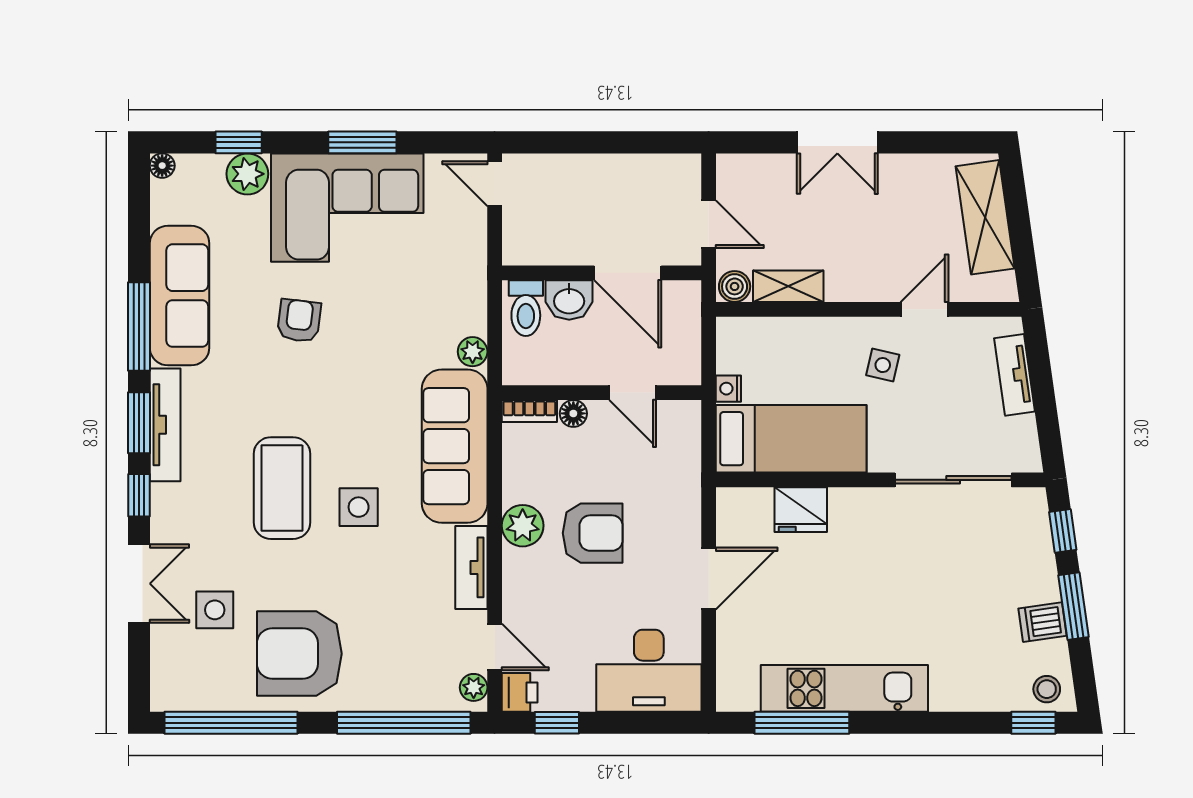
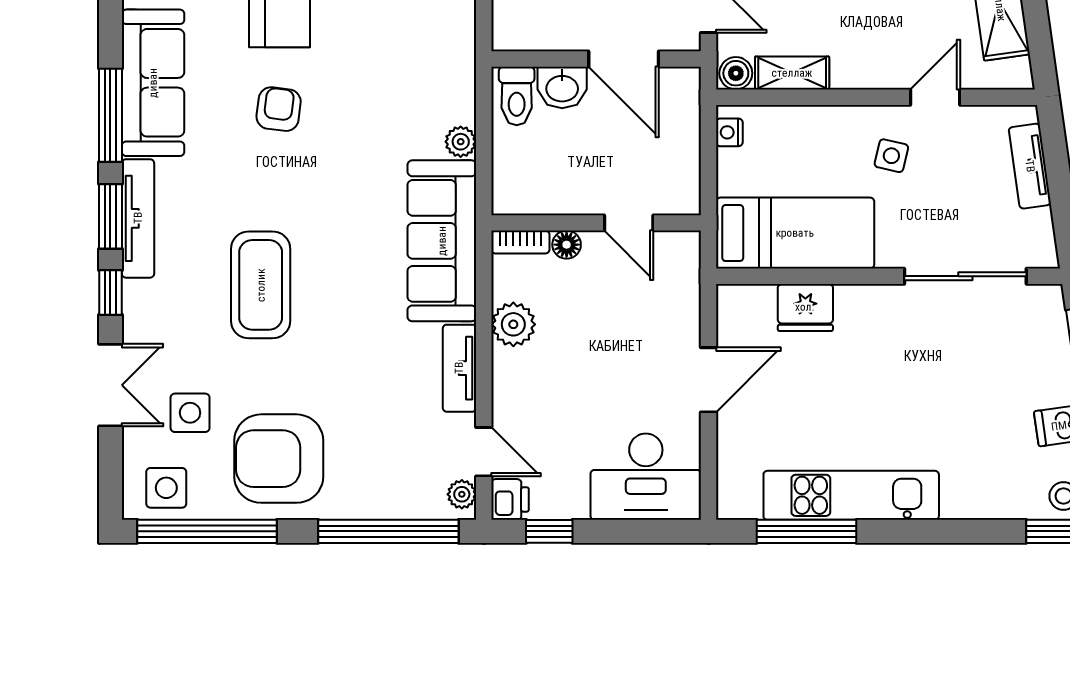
nightstand: (728, 389) -> (729, 132), moved
wall: (602, 393) -> (596, 223), moved
door: (633, 393) -> (629, 223), moved
bookcase: (529, 411) -> (520, 242), moved
floor lamp: (573, 413) -> (567, 245), moved
side table: (359, 507) -> (166, 488), moved
armchair: (593, 533) -> (587, 332), removed

